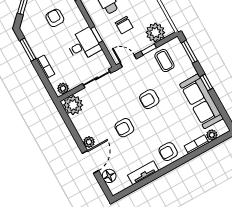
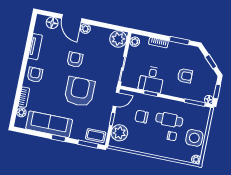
coffee table: (164, 61) -> (96, 136), moved
armchair: (149, 99) -> (80, 92), width x1.88, depth x1.88

